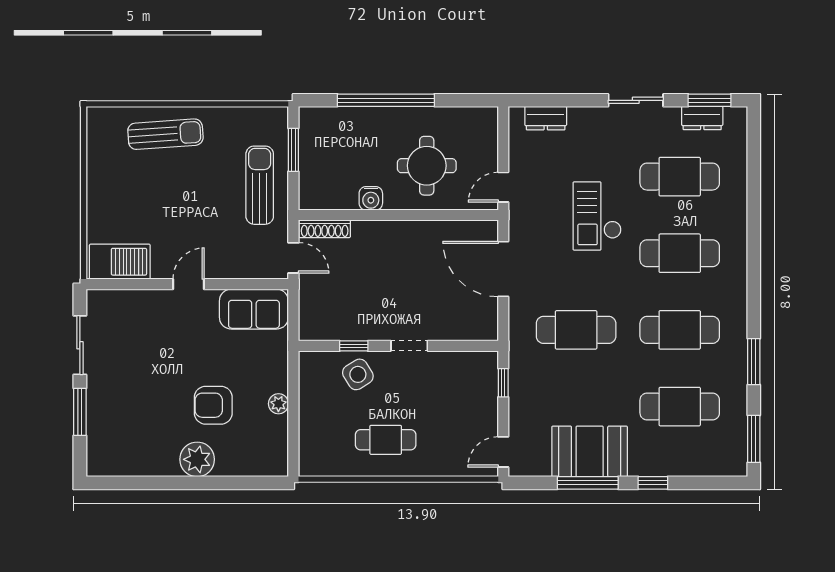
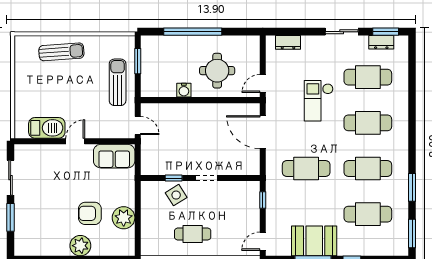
shoe rack: (325, 229) -> (156, 108), removed
barbecue: (120, 262) -> (47, 128), moved
plant: (278, 404) -> (124, 218), width x1.88, depth x1.88

